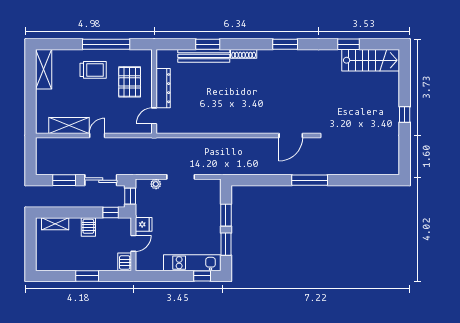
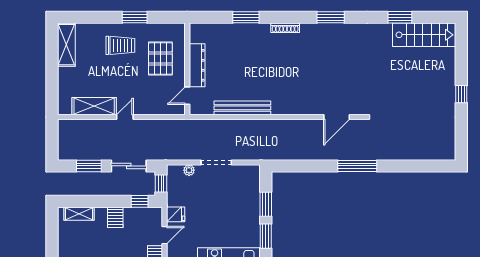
window: (106, 44) -> (135, 17), width x0.47
bench: (204, 56) -> (242, 108), moved

